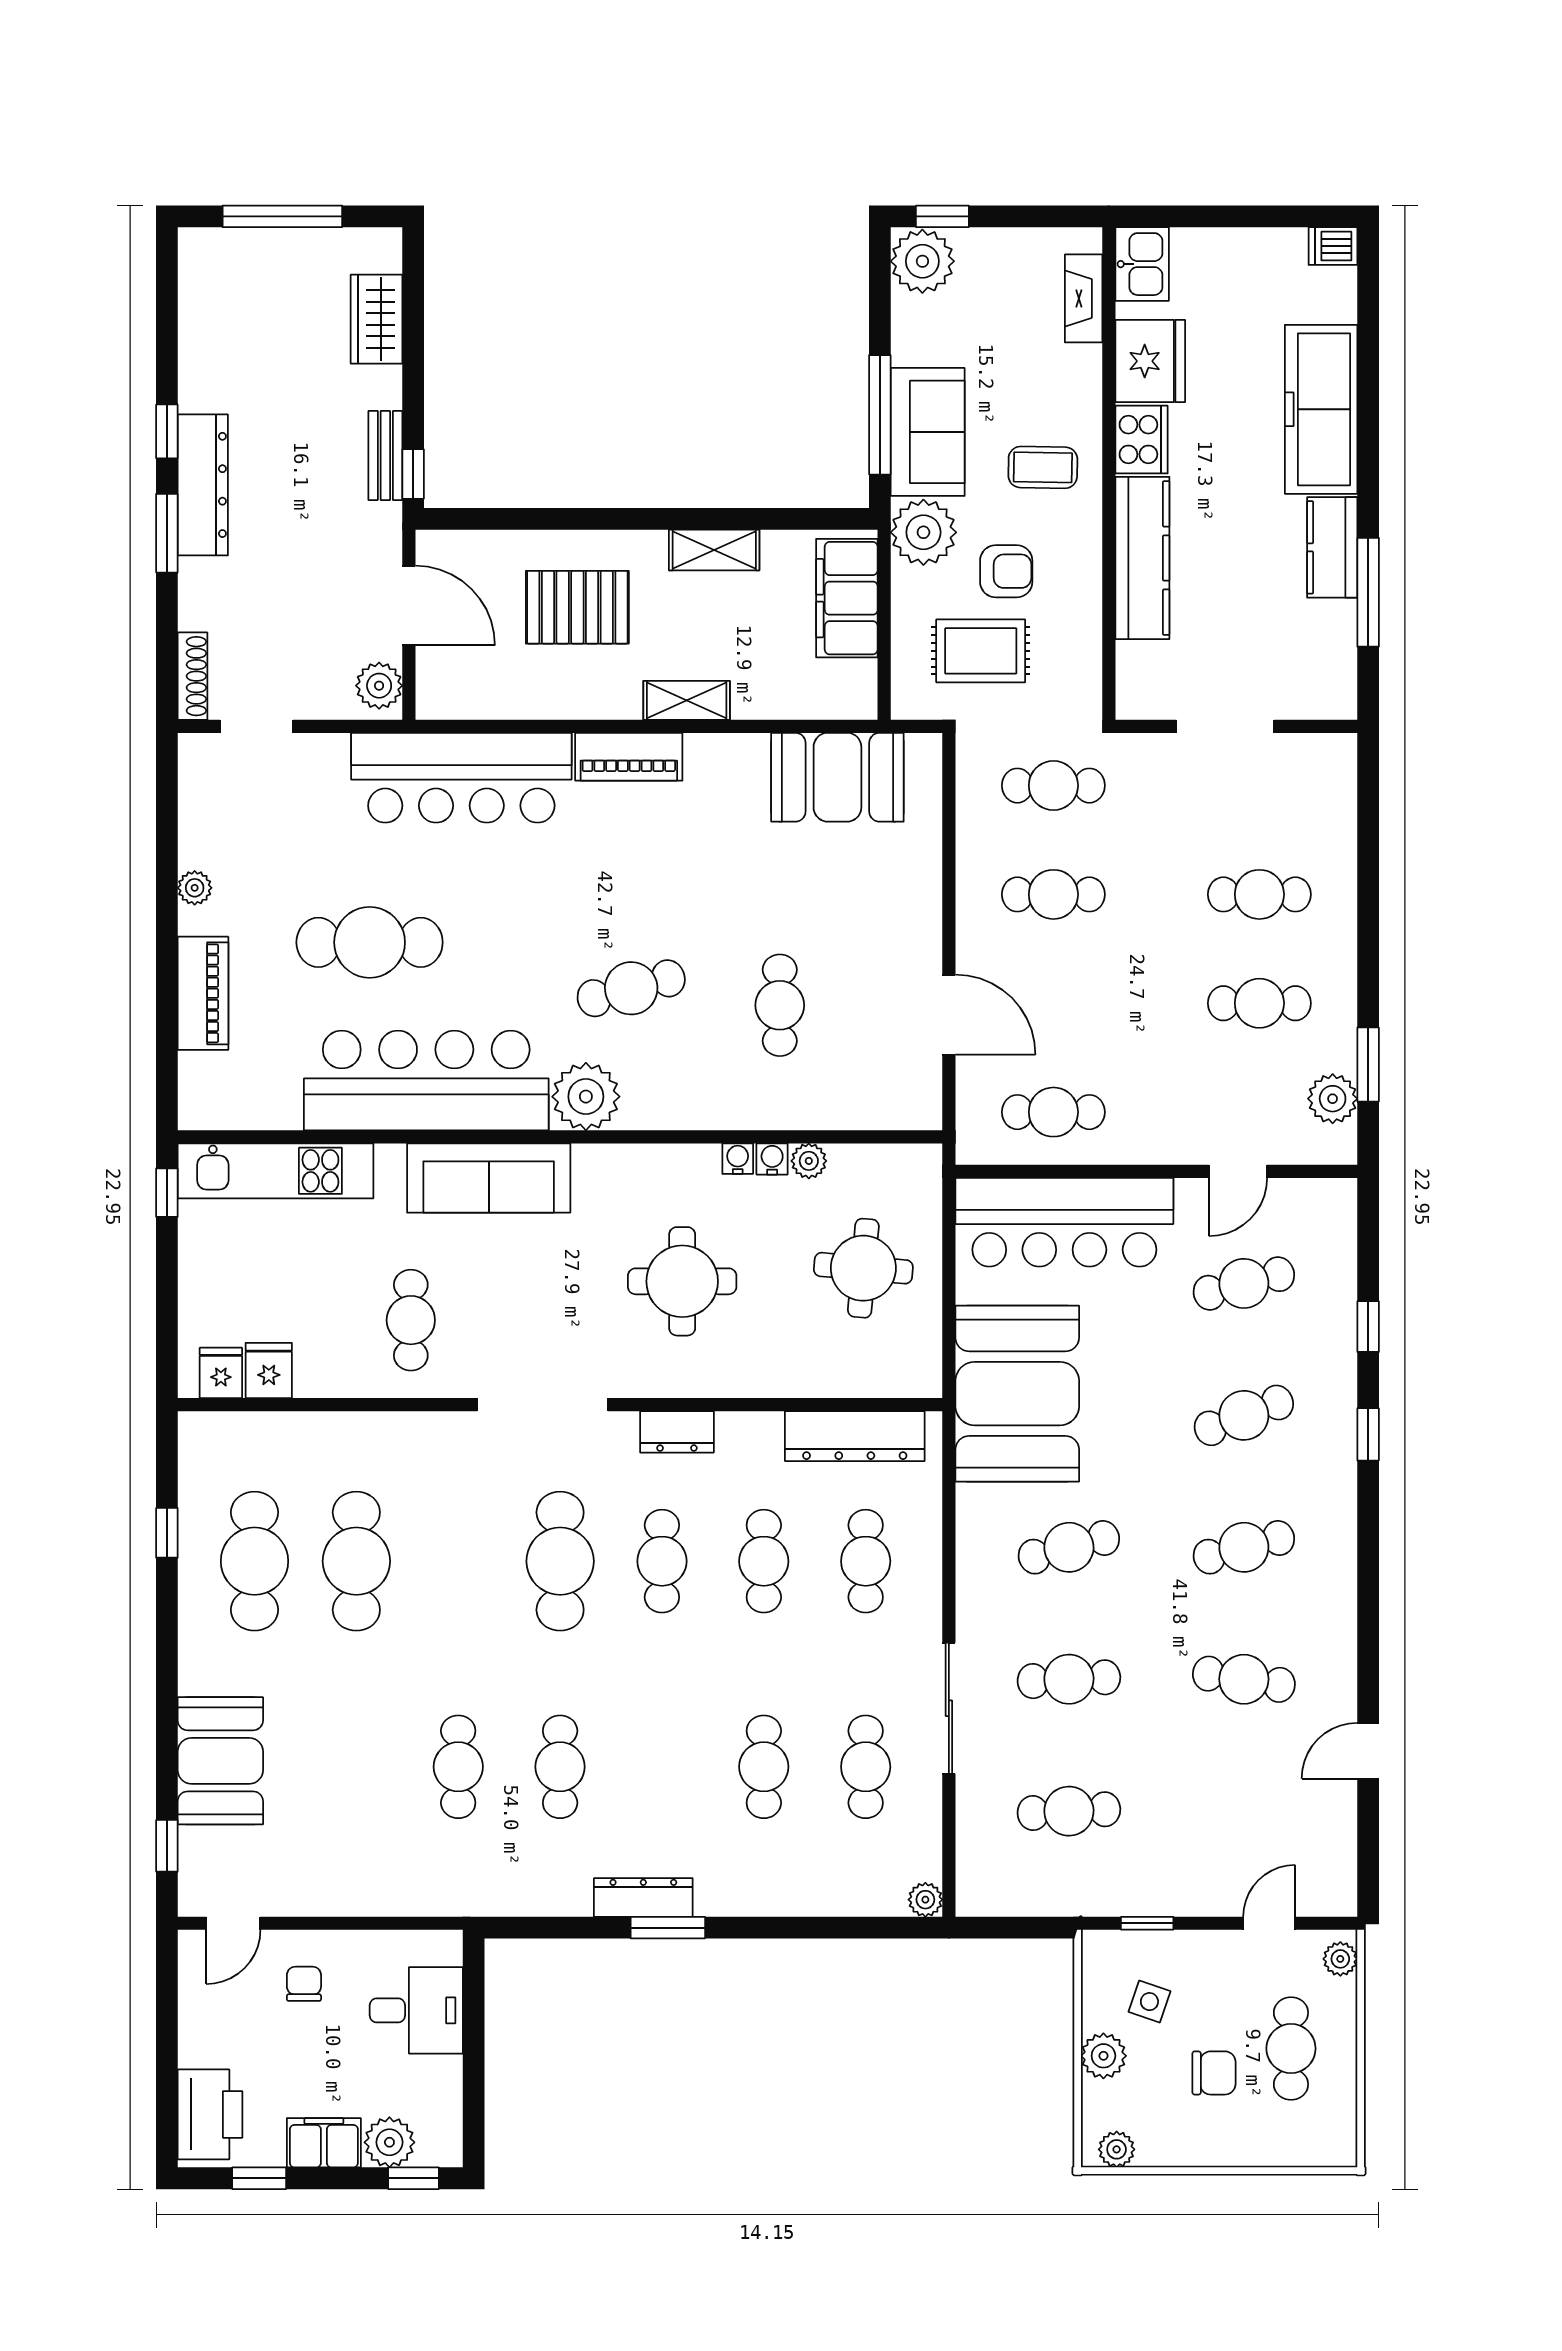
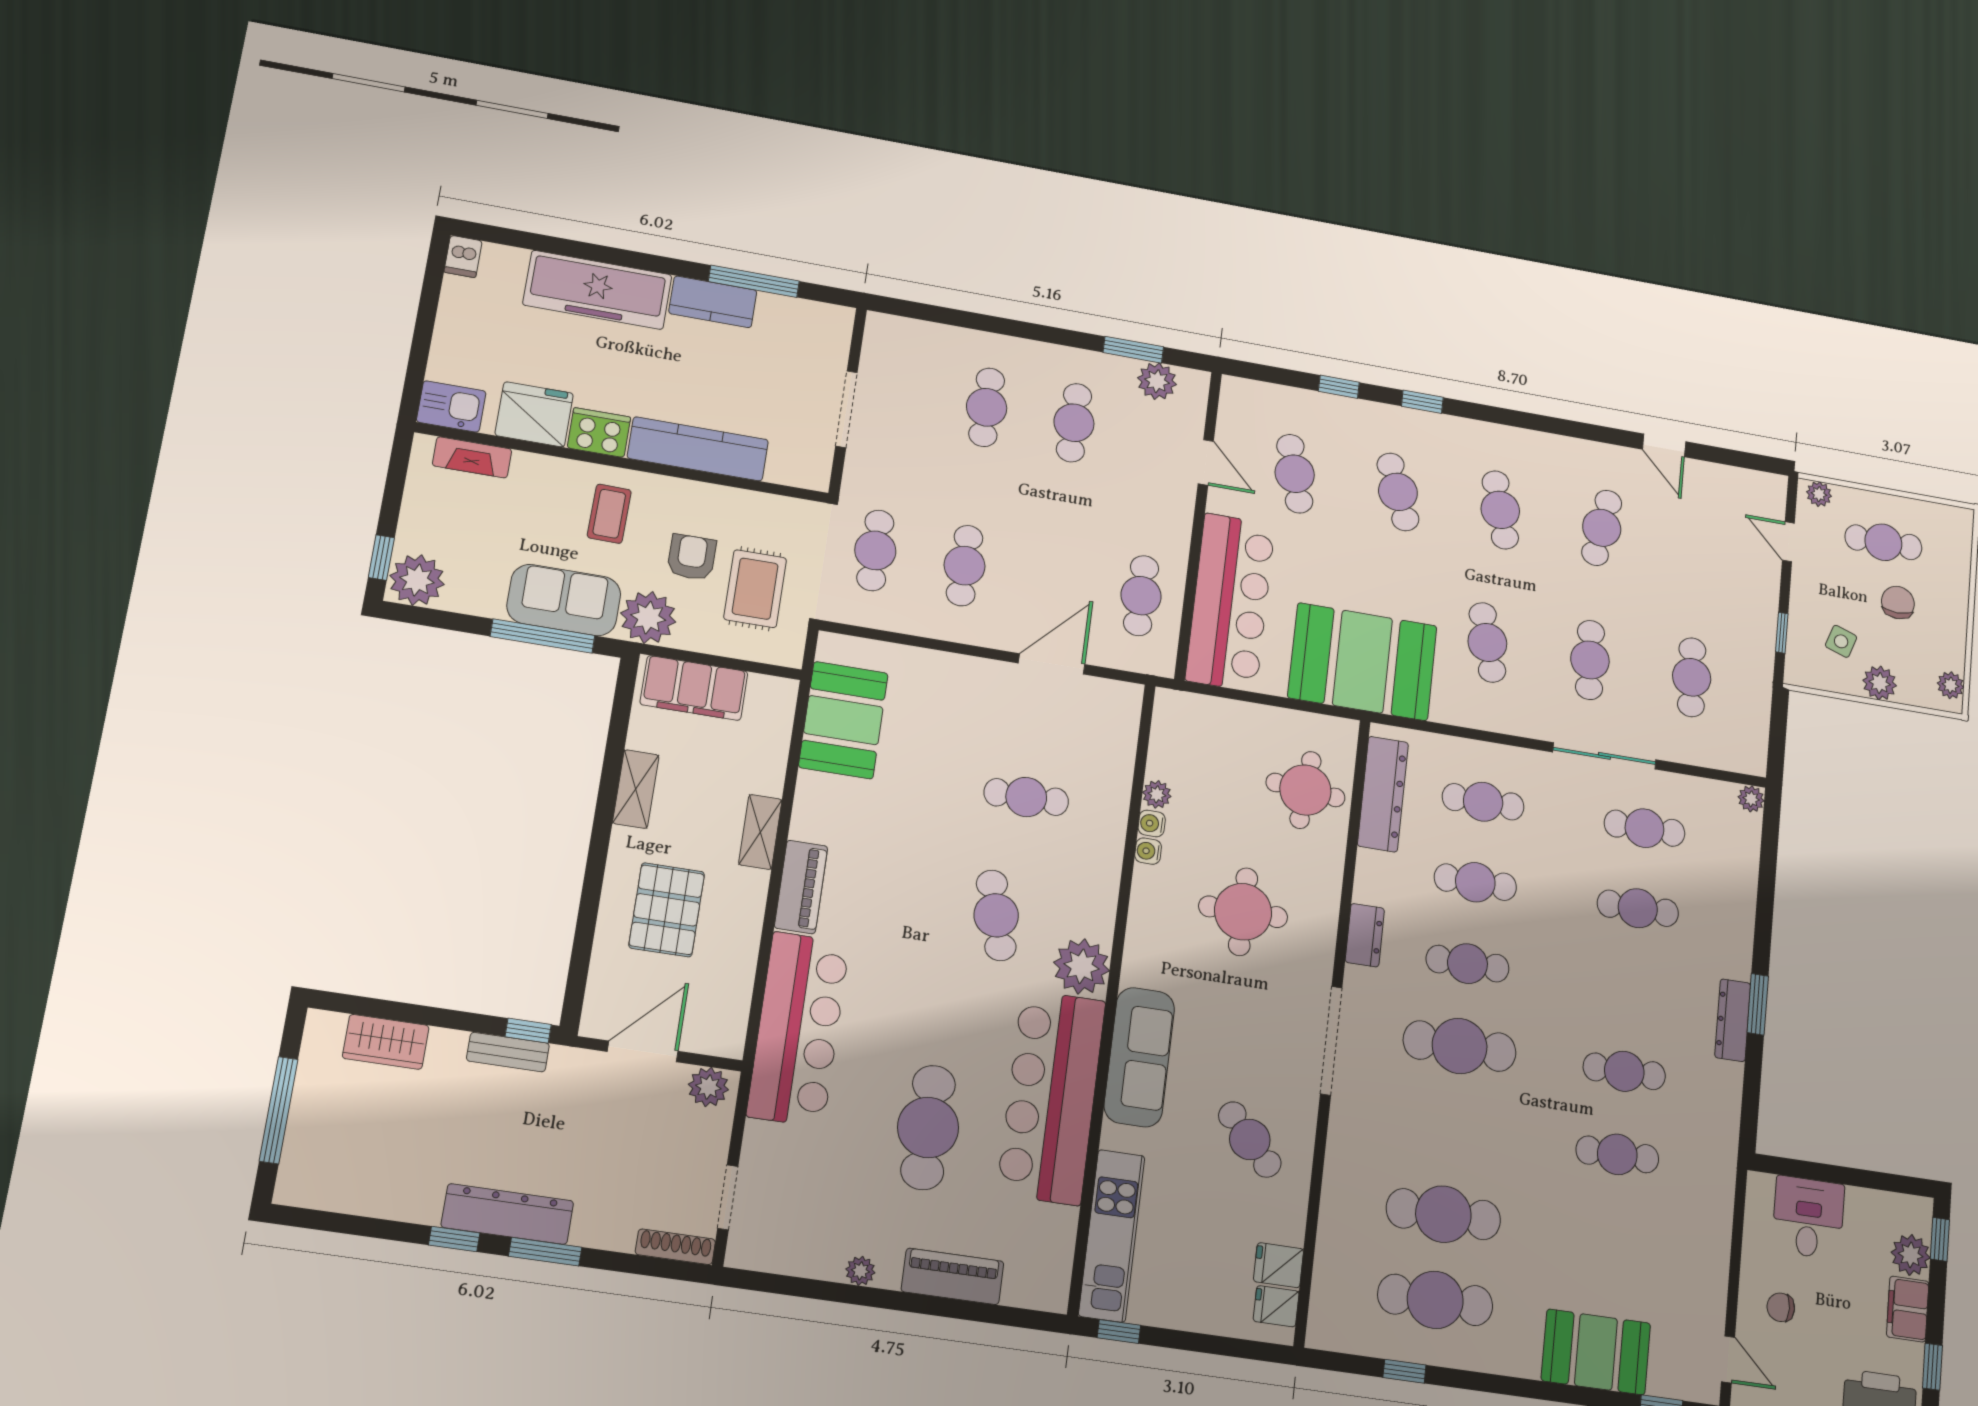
round table: (863, 1268) -> (1305, 790), moved
cafe table: (411, 1320) -> (1250, 1139), turned 47

